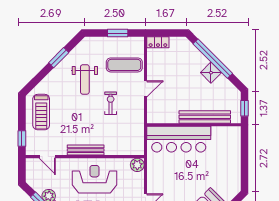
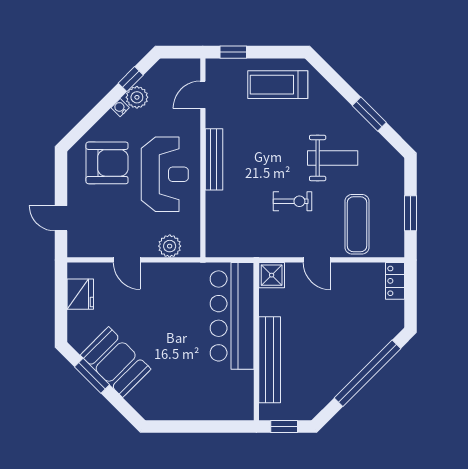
shower: (211, 73) -> (272, 275), moved, turned 45
weight bench: (85, 79) -> (333, 158), turned 180
plant: (137, 165) -> (170, 246), moved

